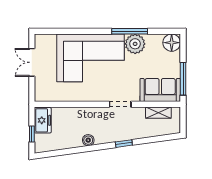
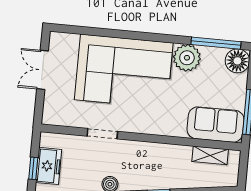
window: (130, 31) -> (216, 43), moved
doorway: (120, 104) -> (102, 134), moved
freezer: (43, 120) -> (49, 166), moved

